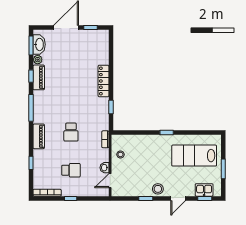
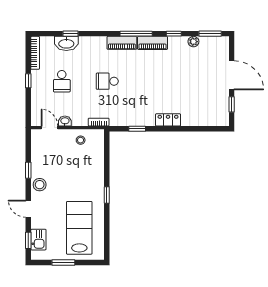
washbasin: (39, 44) -> (66, 43), moved
piano: (39, 77) -> (153, 43), moved
locker: (103, 81) -> (168, 120), width x0.66
piano: (39, 136) -> (122, 43), moved

